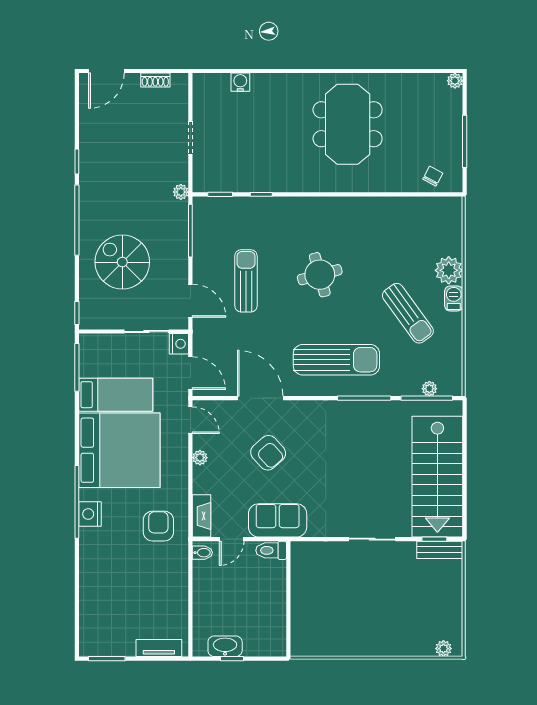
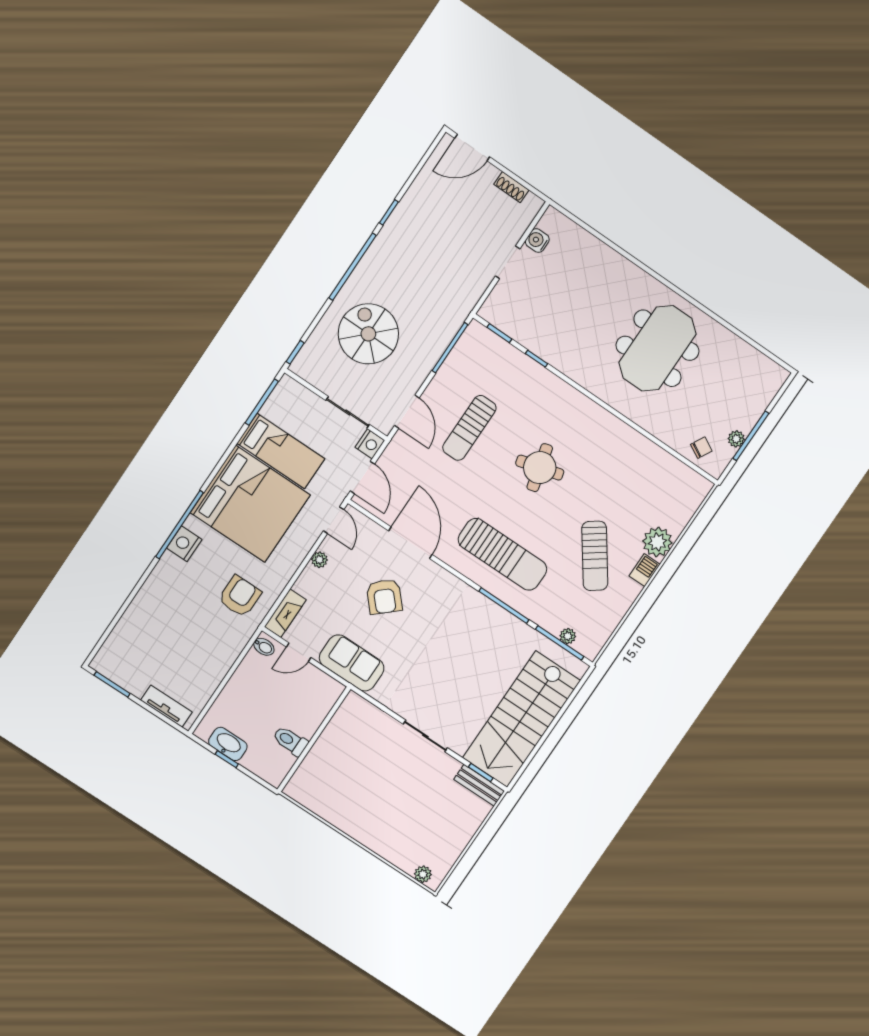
plant: (455, 81) -> (736, 439), moved
water cooler: (240, 82) -> (537, 240), moved, turned -90
plant: (181, 192) -> (465, 306), removed
sun lounger: (246, 281) -> (469, 428), turned 180
toilet: (271, 550) -> (290, 741), moved

